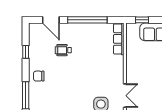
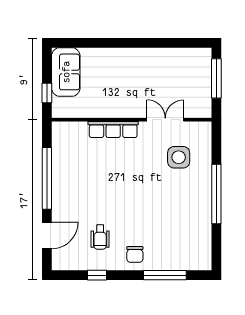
row of seats: (119, 39) -> (113, 129), moved
wheelchair: (63, 50) -> (100, 237), moved

